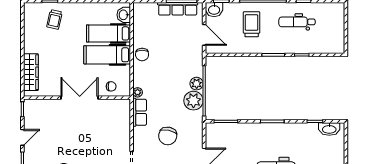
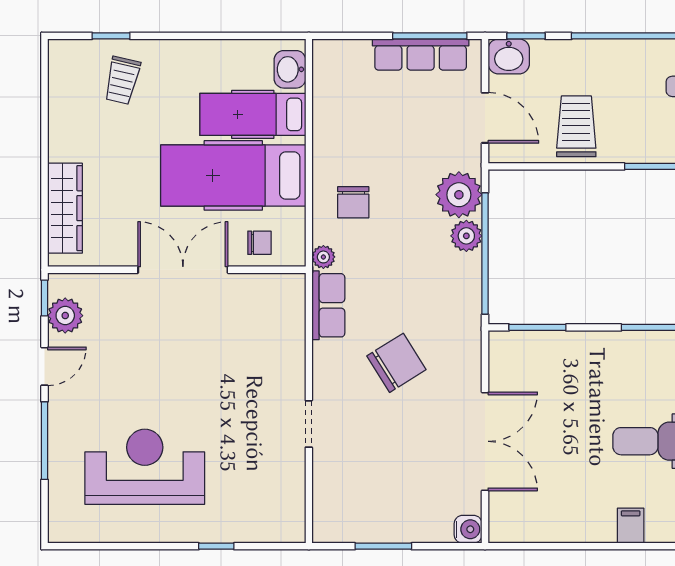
trolley: (252, 24) -> (576, 126), moved
hospital bed: (107, 55) -> (233, 175), width x1.37, depth x1.29
chair: (142, 55) -> (353, 202), moved
plant: (193, 101) -> (459, 195), moved
plant: (31, 116) -> (65, 316), added
chair: (168, 136) -> (396, 363), turned -134

